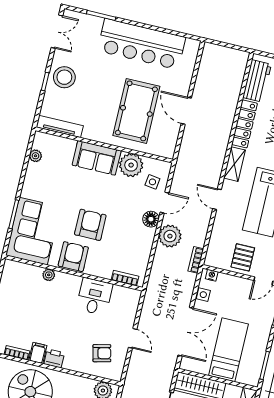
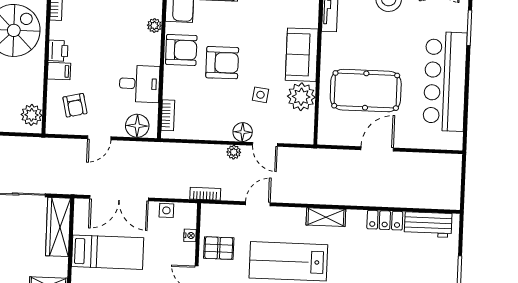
locker: (244, 124) -> (385, 220), width x0.66
side table: (152, 182) -> (260, 95), moved
door: (217, 199) -> (258, 204), moved
plant: (170, 236) -> (234, 152), width x0.53, depth x0.53
nightstand: (212, 275) -> (190, 235), moved
floor lamp: (129, 305) -> (137, 126), added
filing cabinet: (38, 353) -> (59, 71), moved

